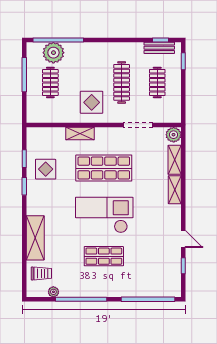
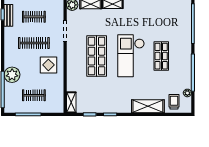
plant: (53, 53) -> (12, 75), moved
shelving: (80, 133) -> (71, 102), moved
display table: (46, 169) -> (97, 99), removed

